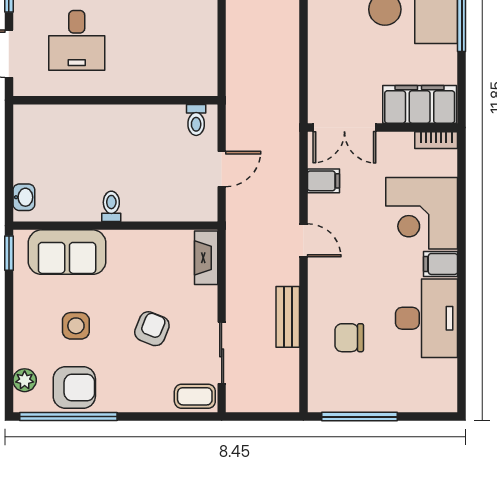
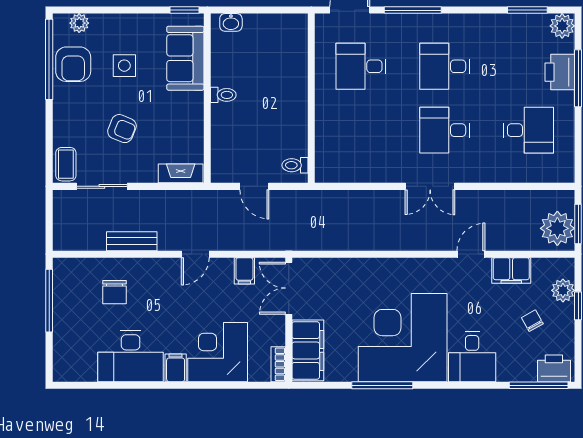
chair: (349, 338) -> (114, 292), turned 180

